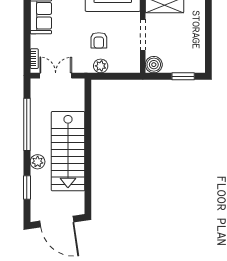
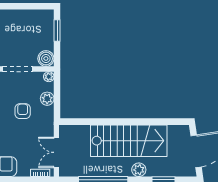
armchair: (99, 40) -> (23, 111), turned -90
plant: (101, 66) -> (47, 99), moved
plant: (135, 68) -> (49, 77), added

